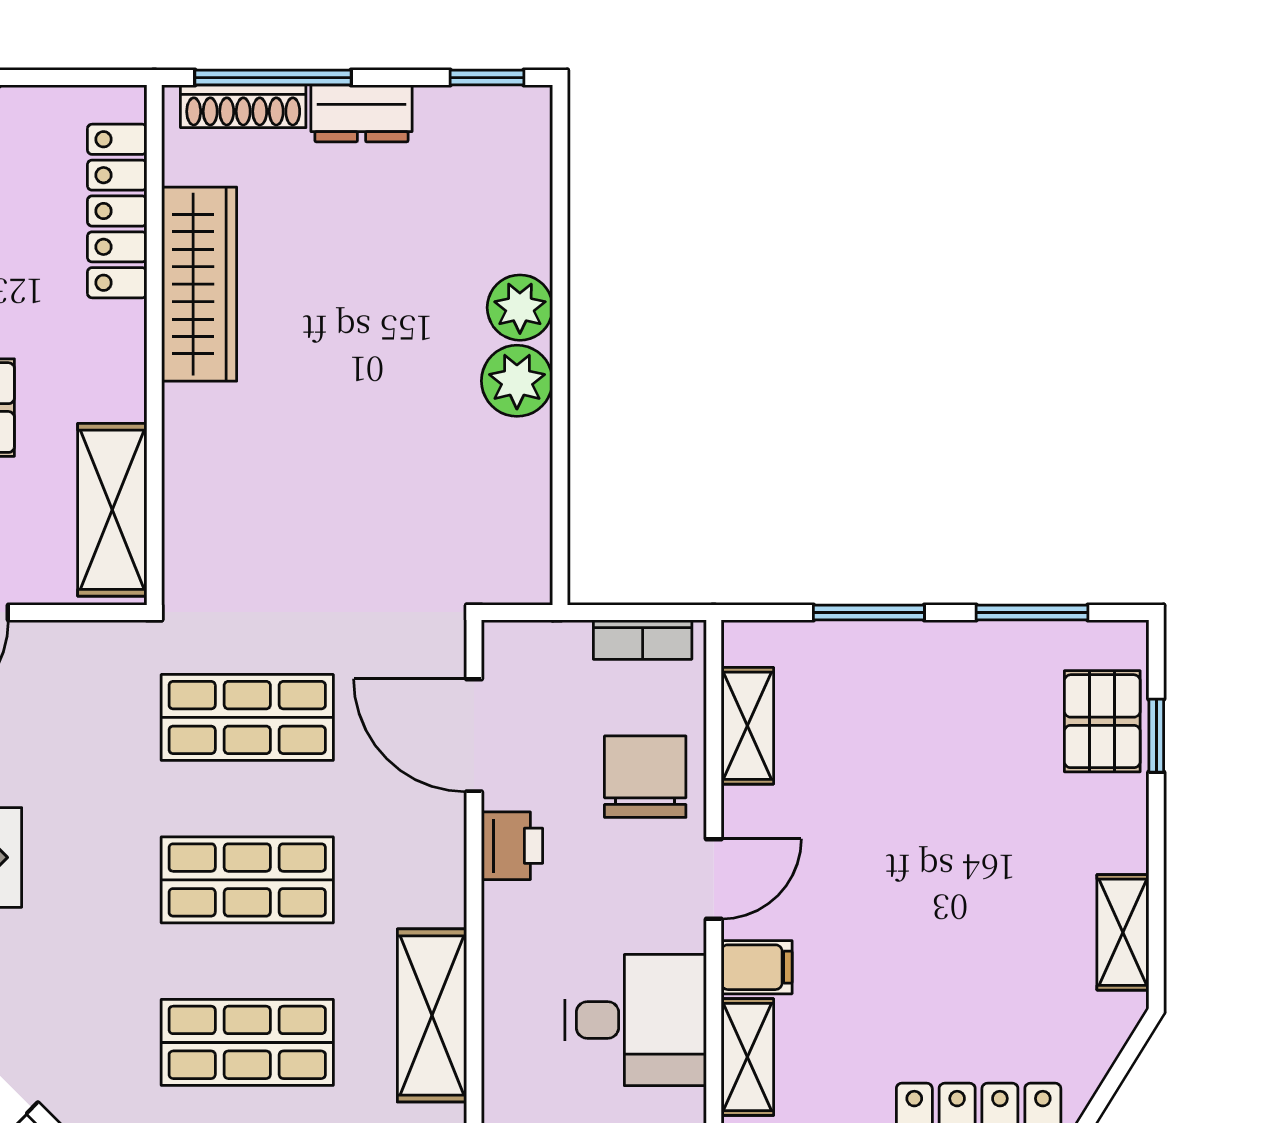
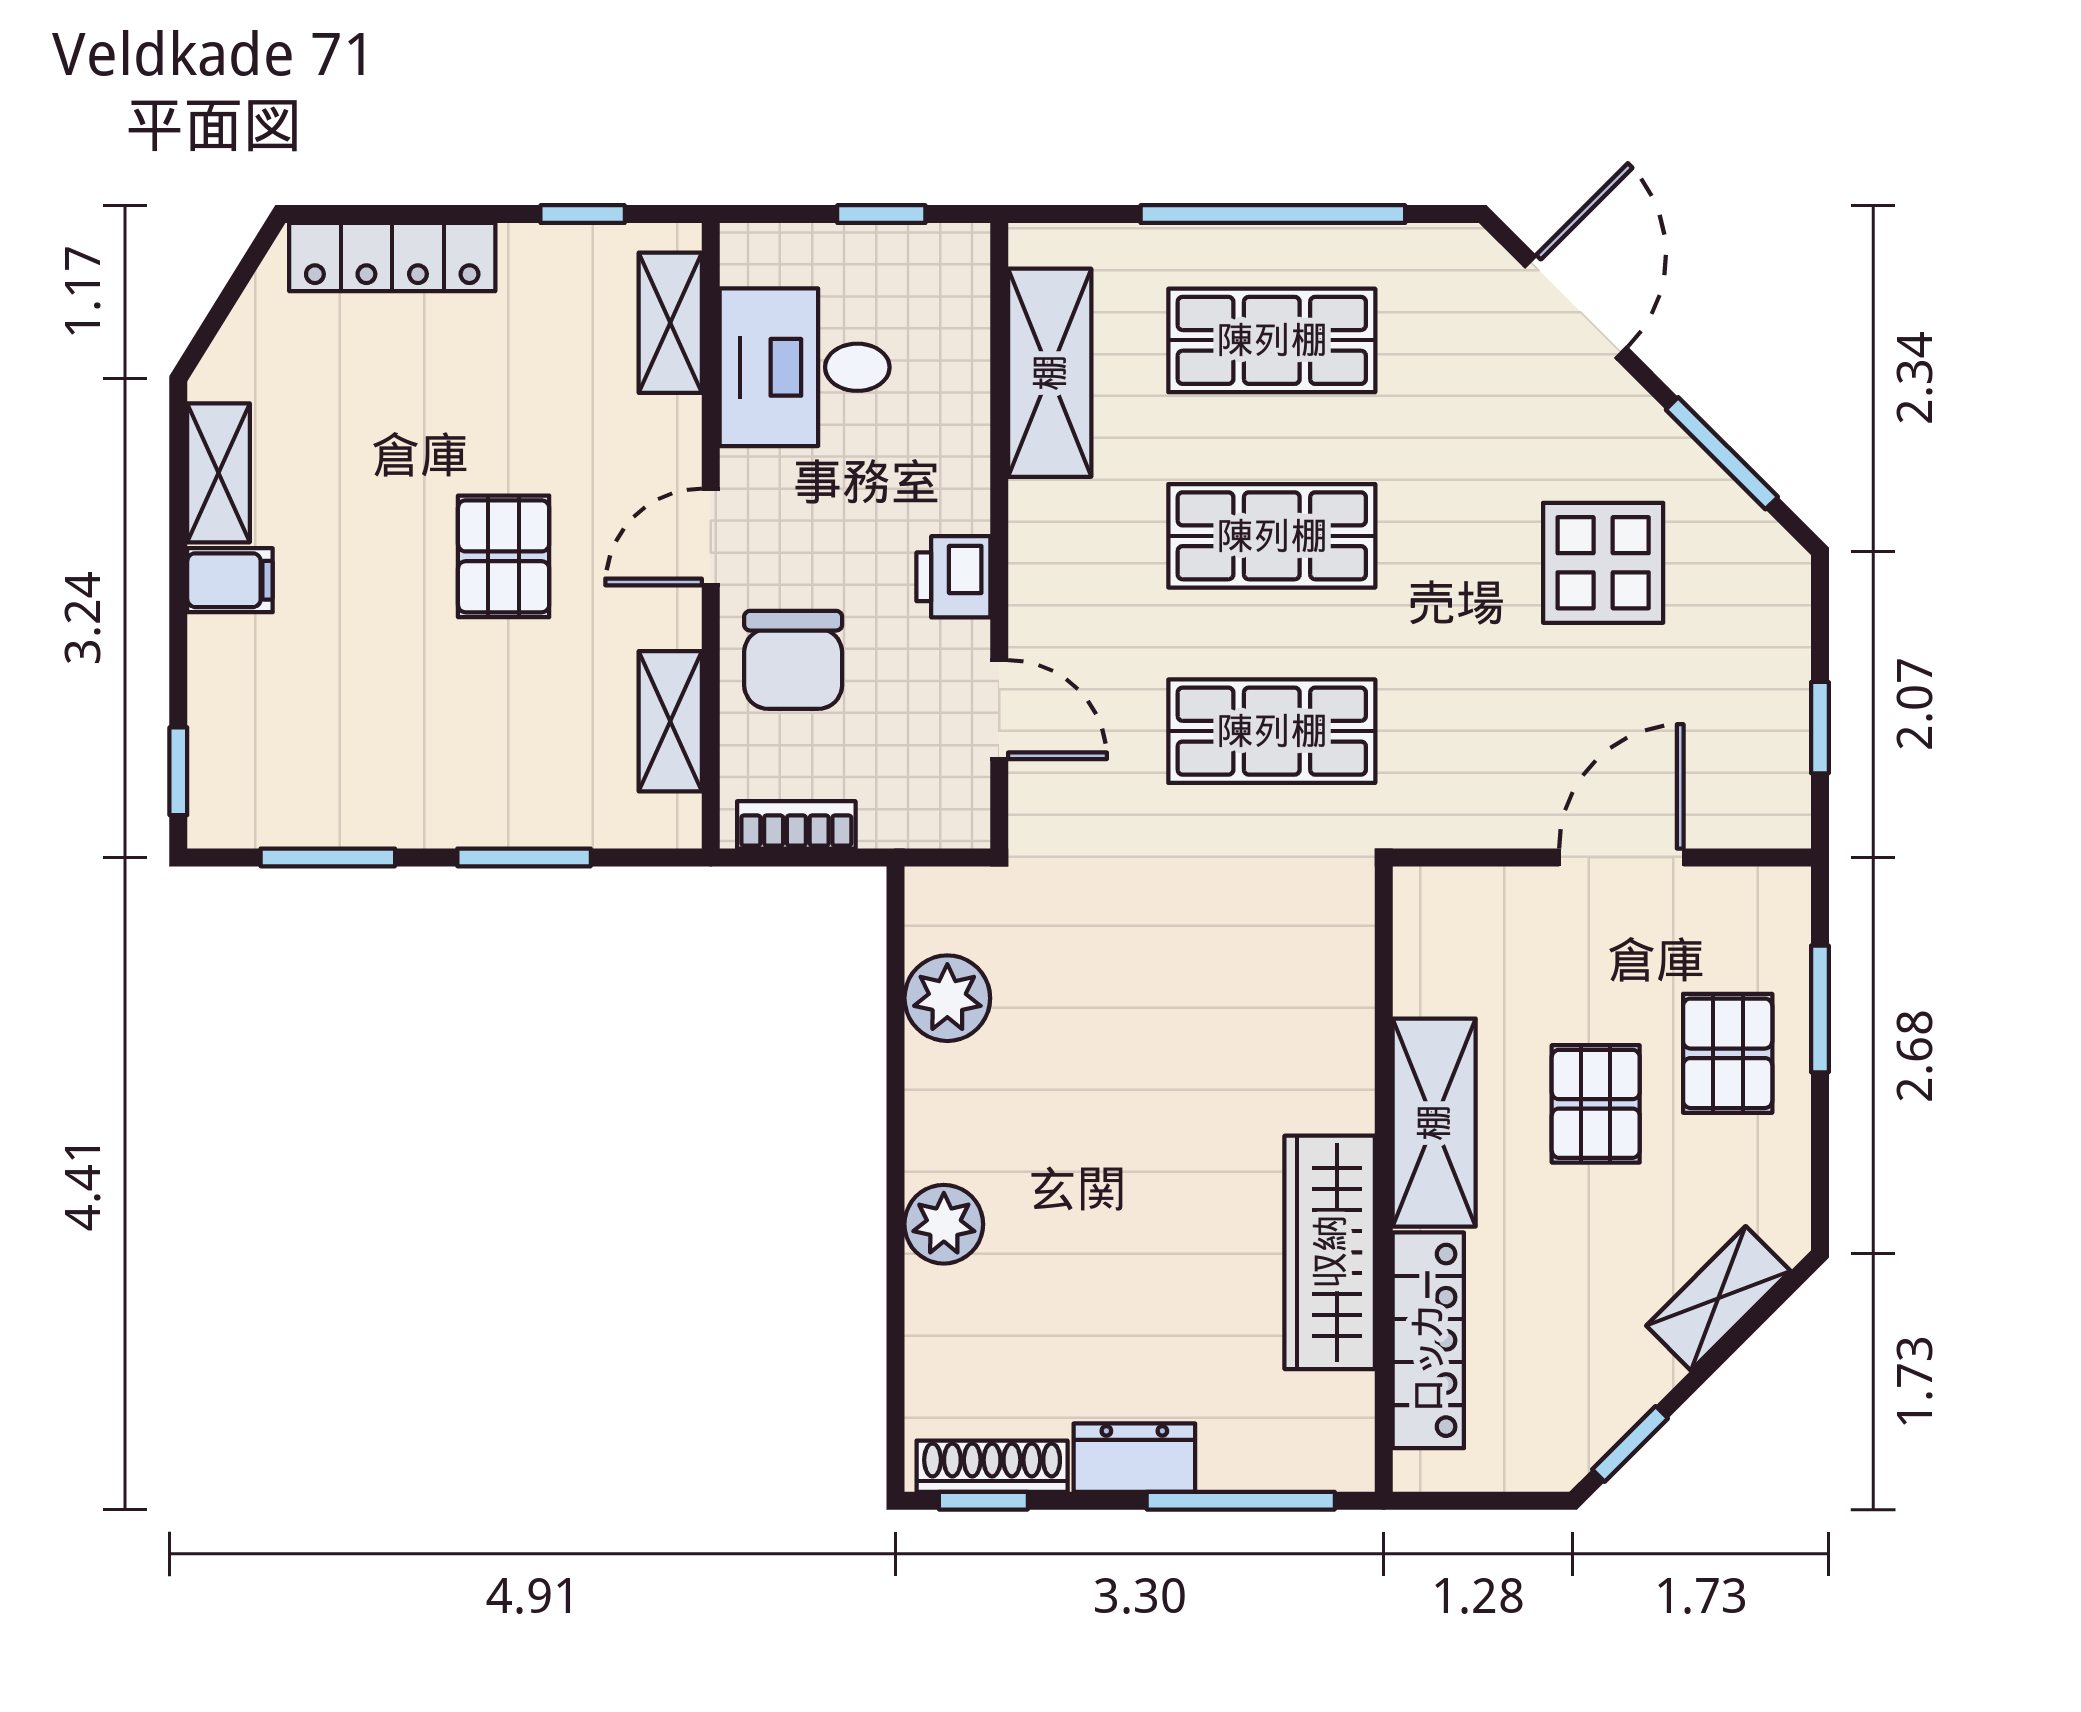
shoe rack: (243, 106) -> (992, 1466), moved
plant: (517, 381) -> (947, 998), moved
shelving: (112, 510) -> (1434, 1123), moved
pallet: (1102, 721) -> (504, 556), moved
door: (474, 735) -> (999, 710), width x0.73
window: (1156, 736) -> (178, 771), moved
filing cabinet: (757, 967) -> (230, 580), moved, turned 180

